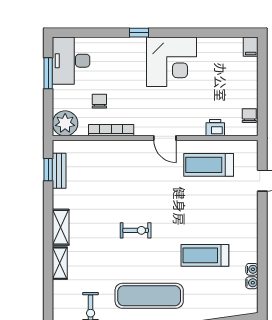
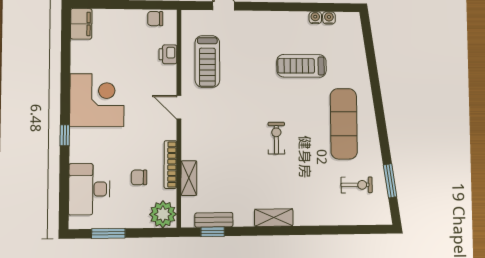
filing cabinet: (251, 47) -> (81, 24), width x2.00
desk: (71, 61) -> (89, 189), moved, turned 90
door: (165, 138) -> (179, 107), swing flipped
treadmill: (205, 255) -> (302, 66), turned 90
shelving: (60, 263) -> (189, 178), moved, turned 90

